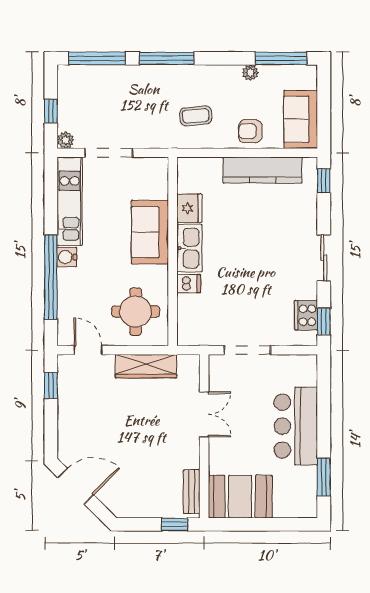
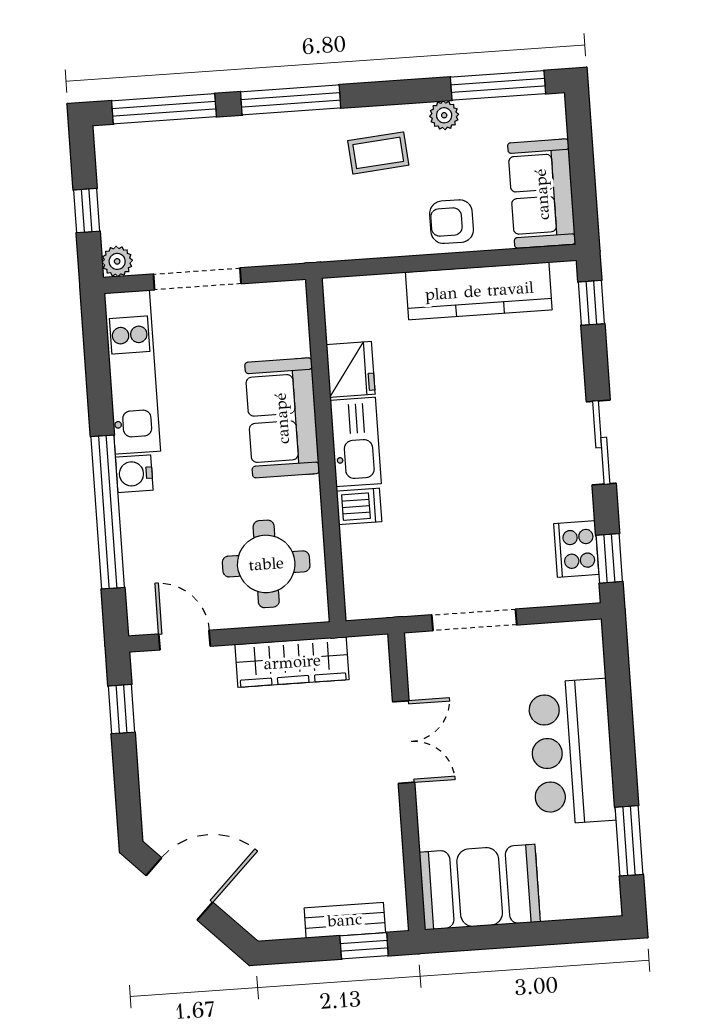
coffee table: (196, 116) -> (378, 153), moved
bench: (192, 492) -> (345, 920), moved, turned 90

